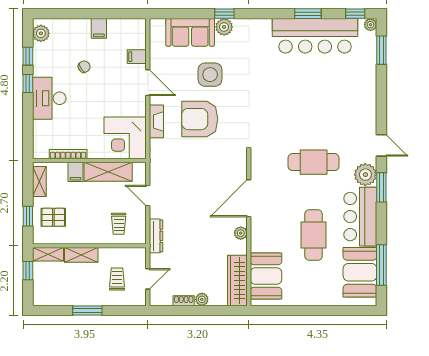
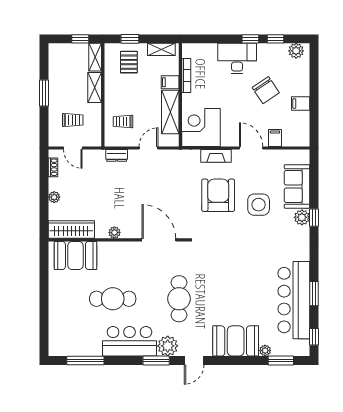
plant: (370, 25) -> (265, 351), moved
chair: (84, 67) -> (266, 90), width x1.87, depth x1.87
door: (148, 83) -> (251, 148), swing flipped
door: (249, 198) -> (159, 240), moved
dresser: (156, 236) -> (117, 155), width x0.70
booth: (360, 272) -> (236, 341), moved
shoe rack: (184, 301) -> (53, 167), moved

